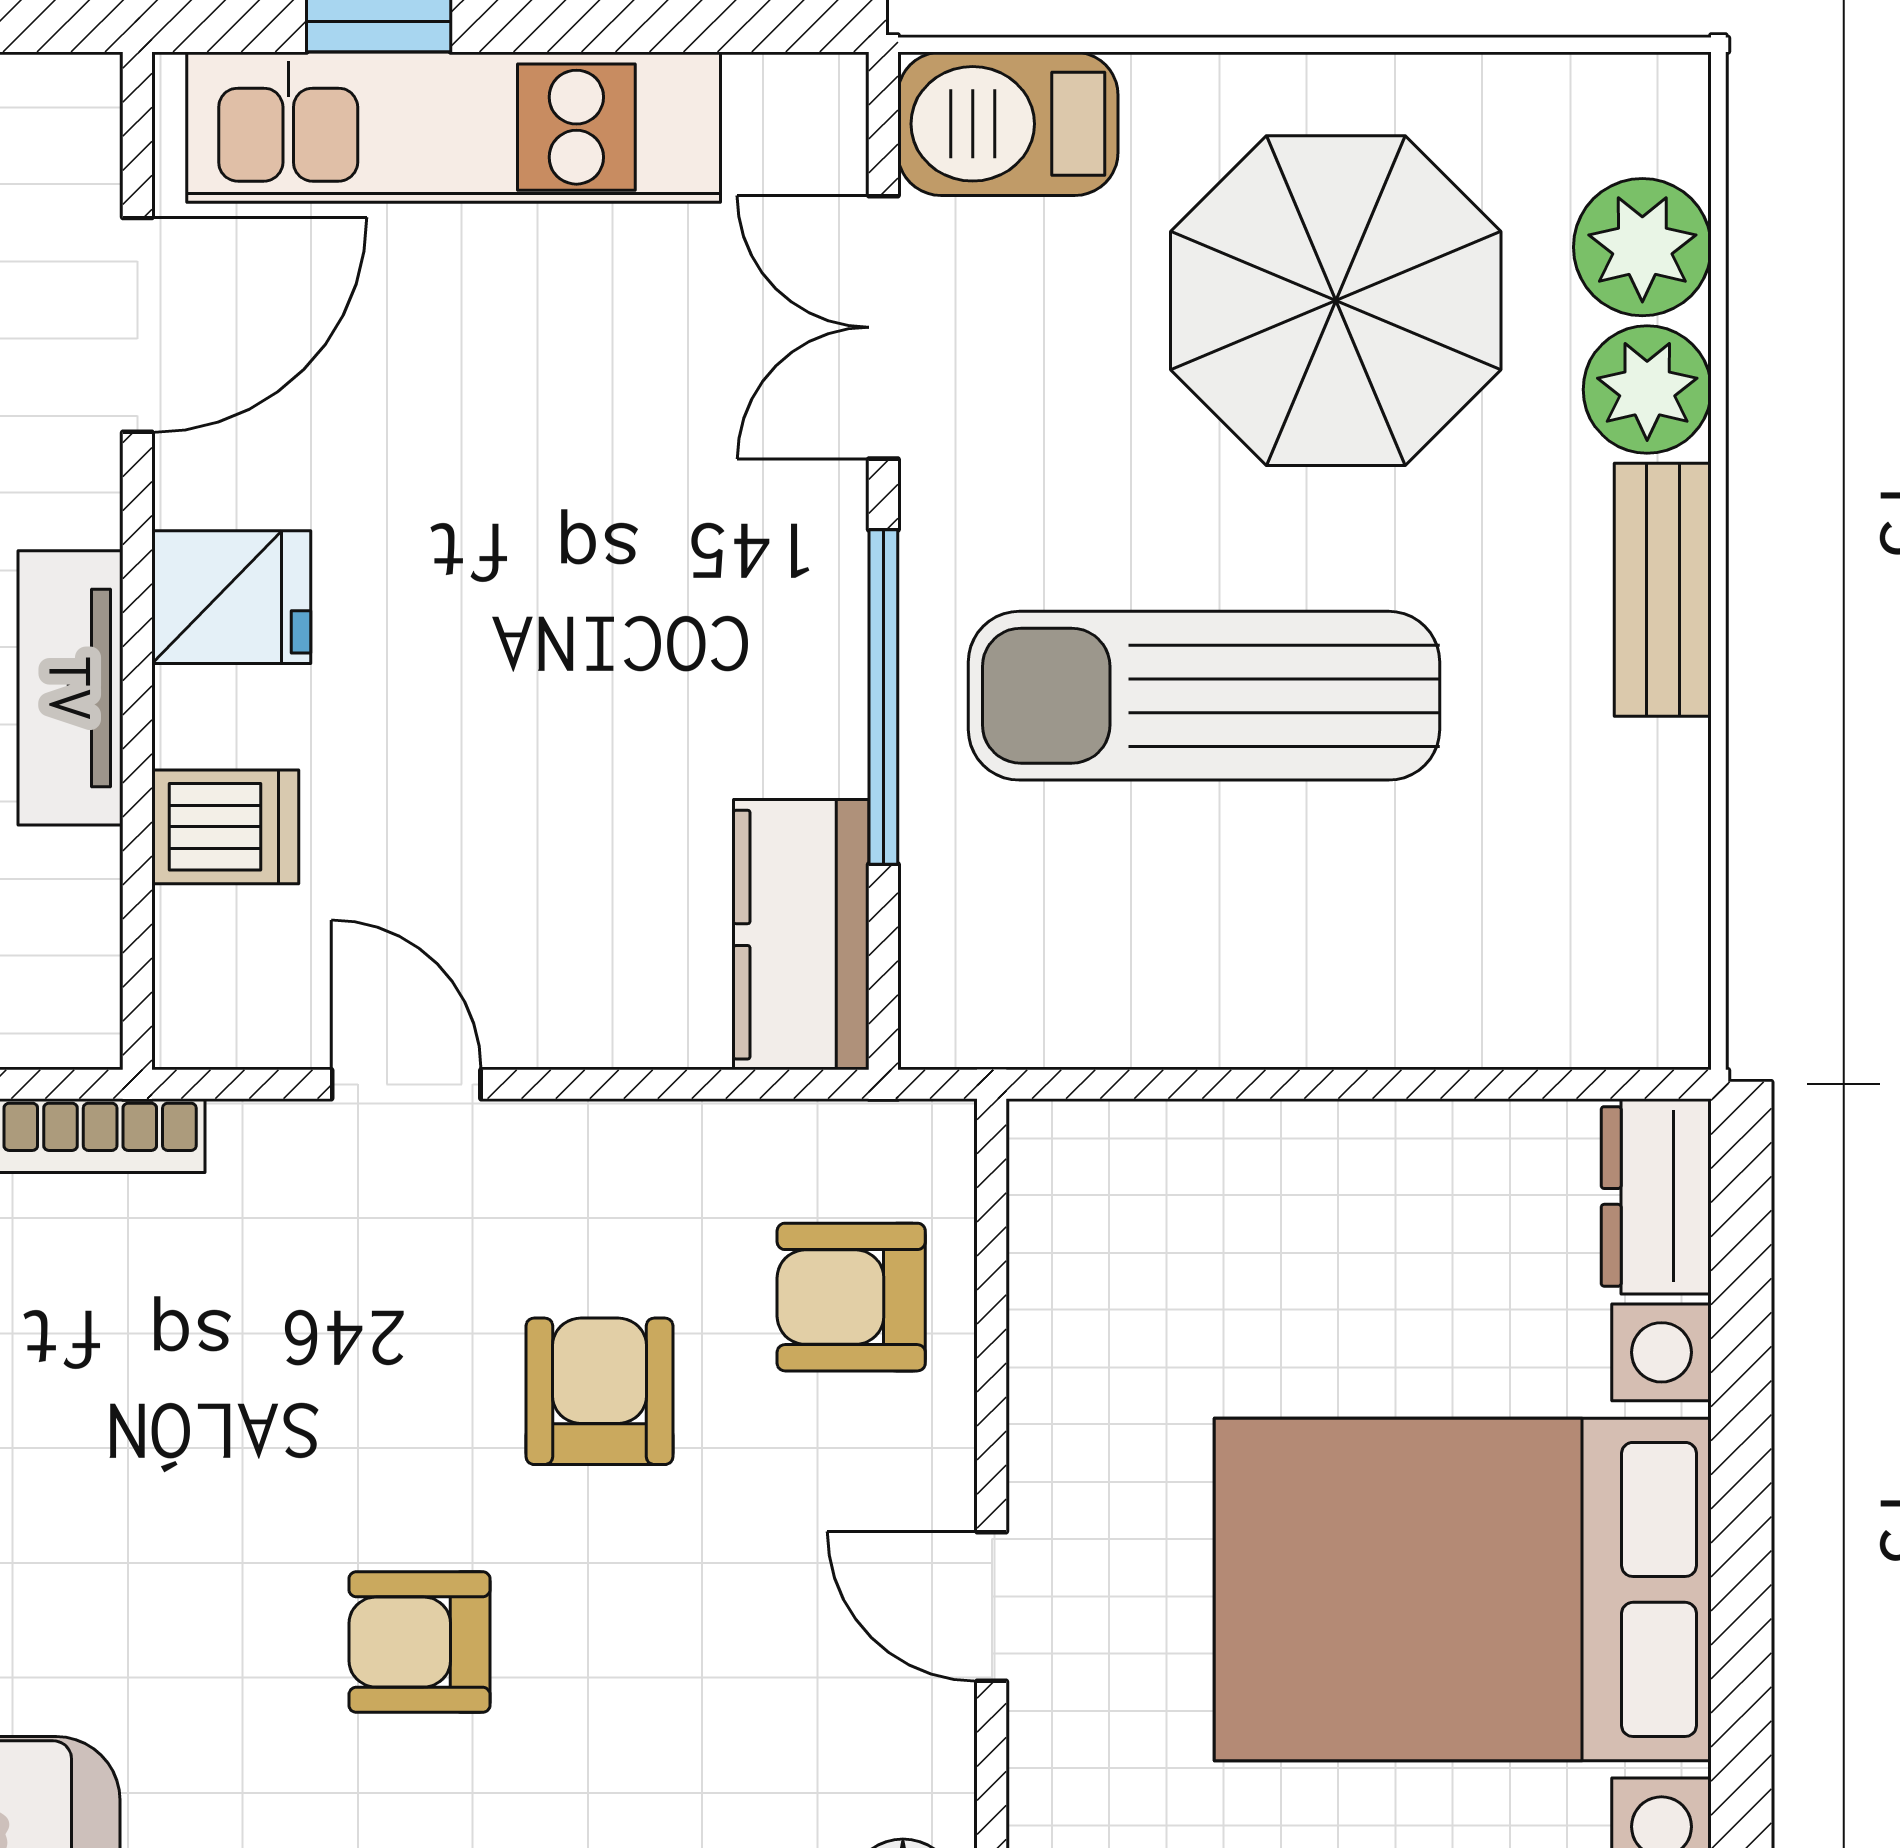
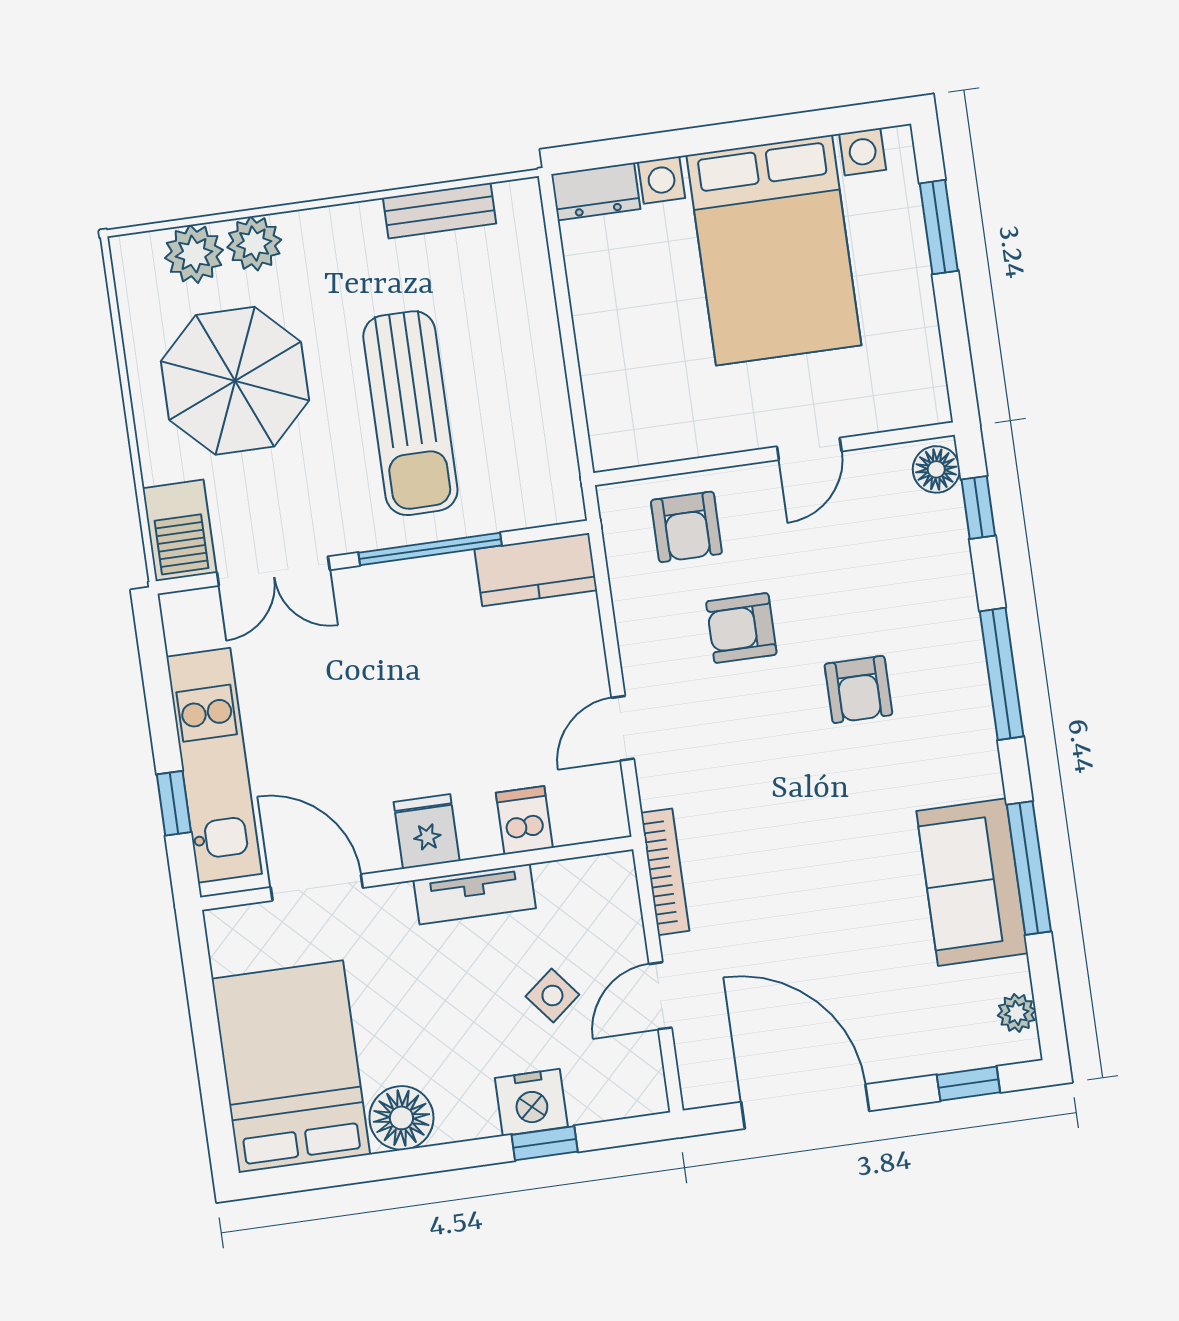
bench: (1663, 590) -> (439, 211), moved

